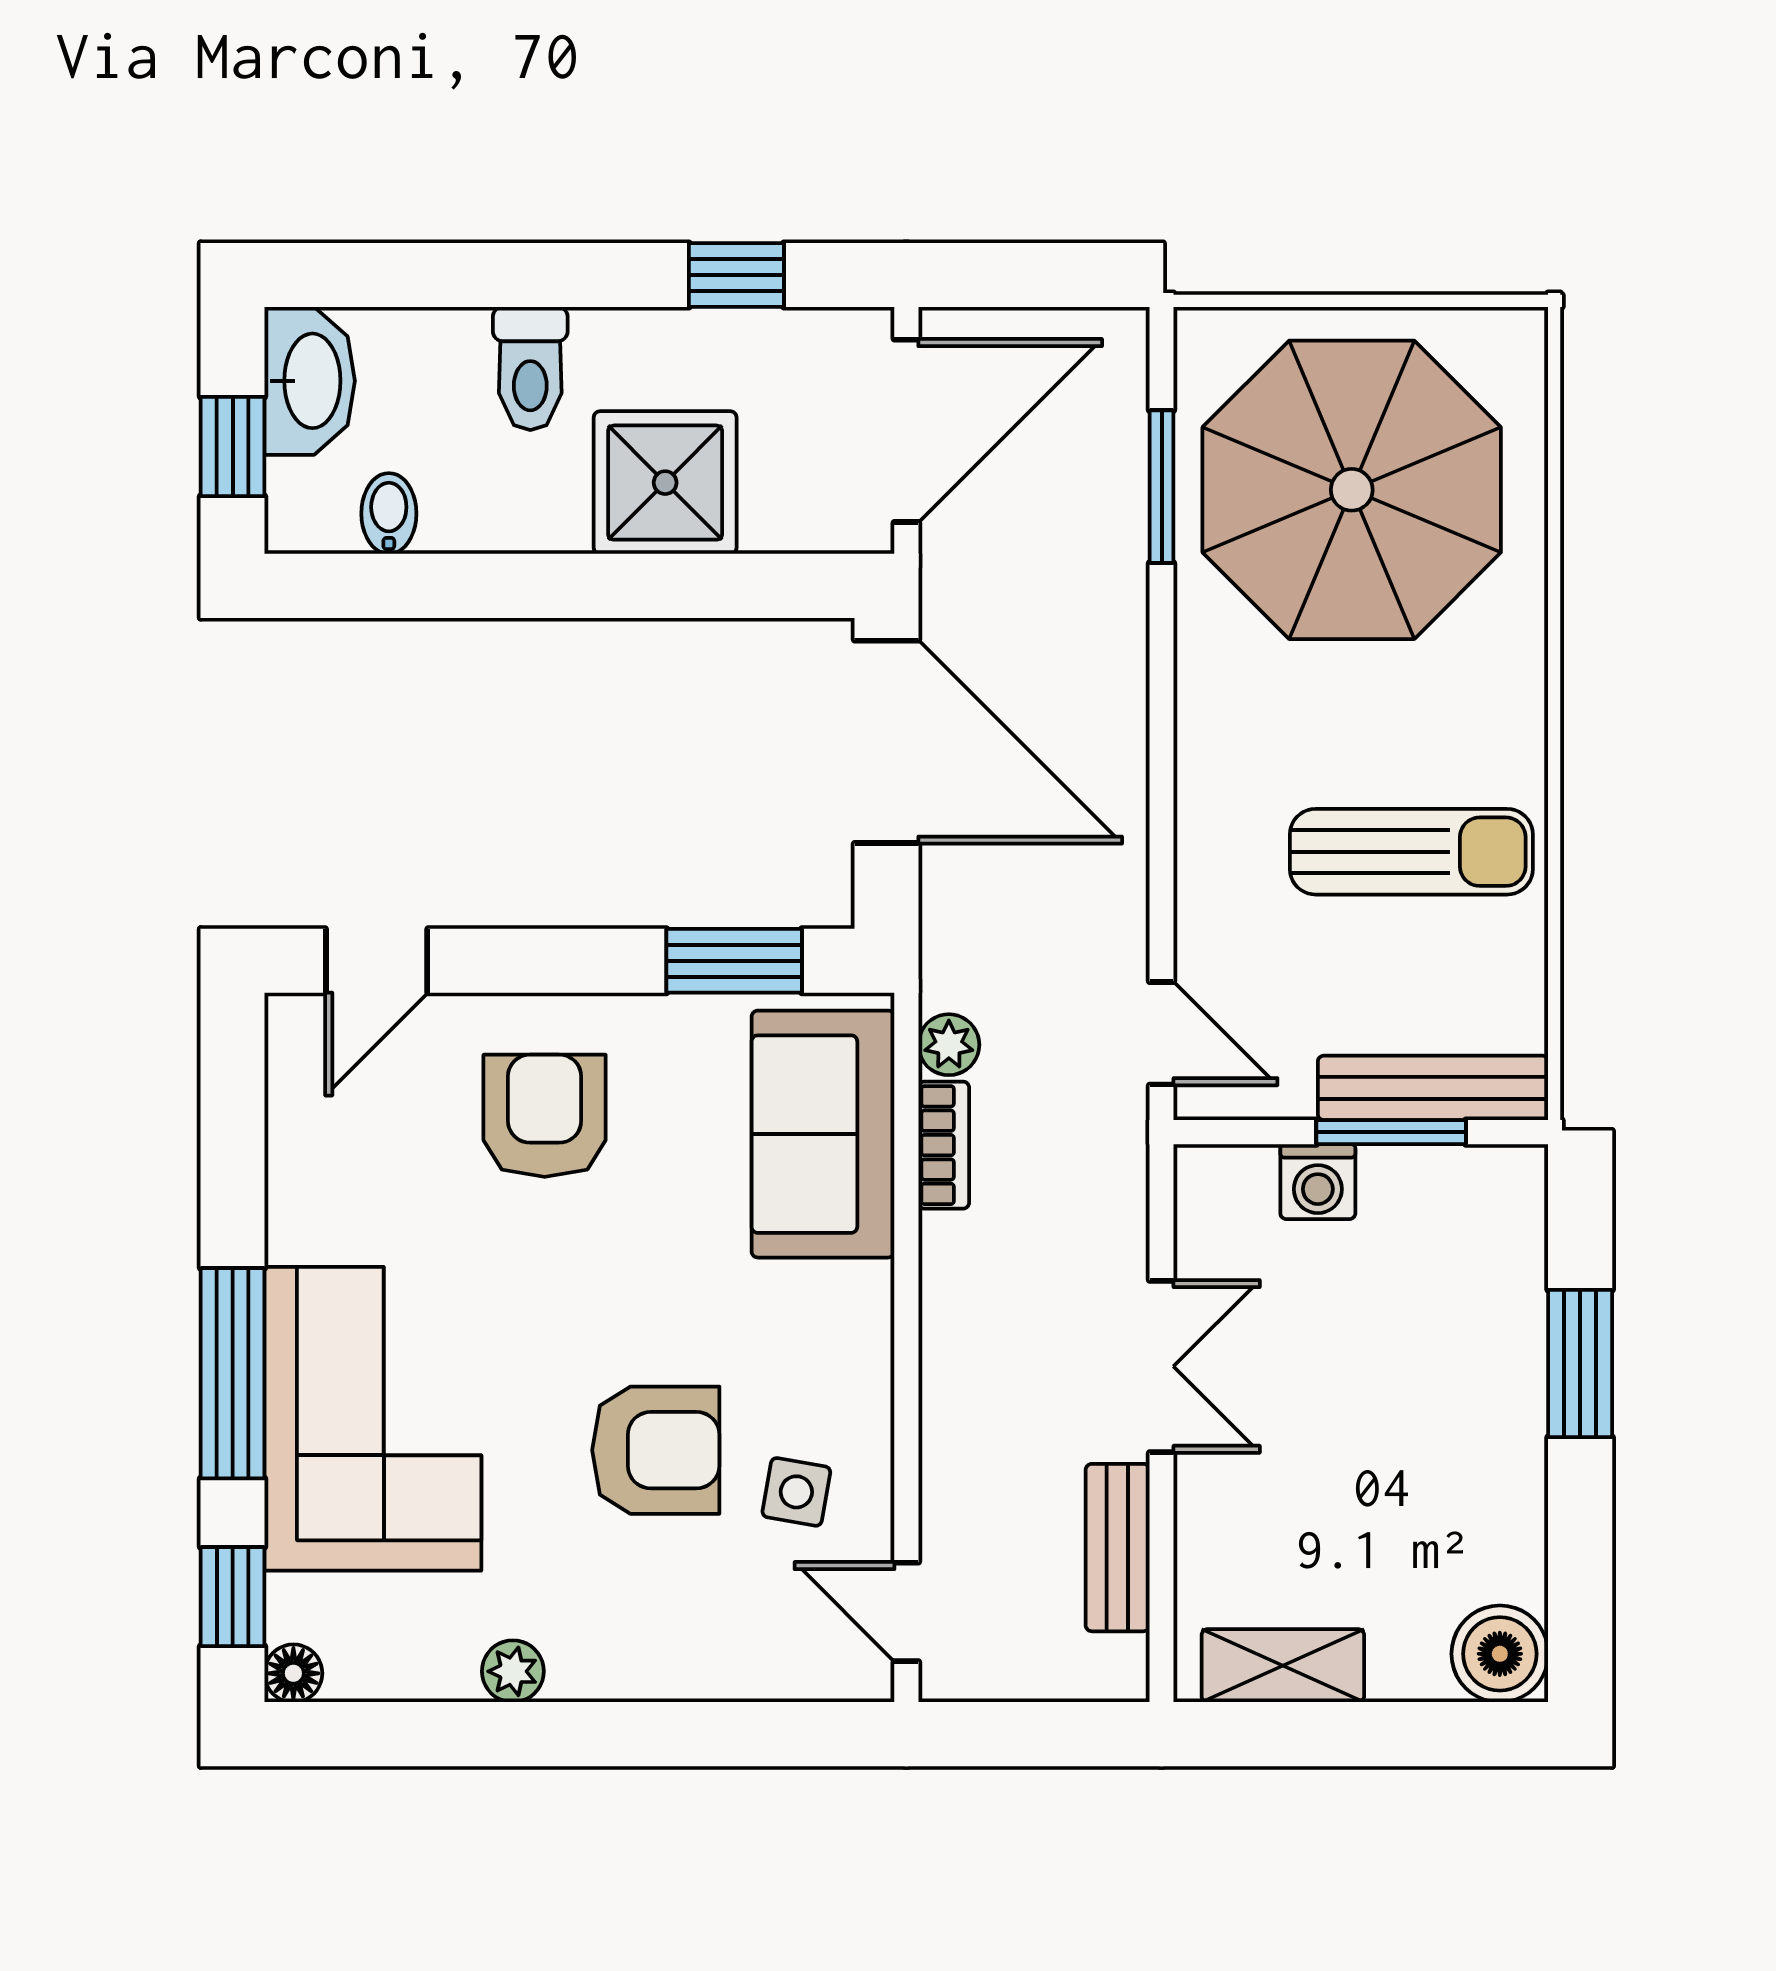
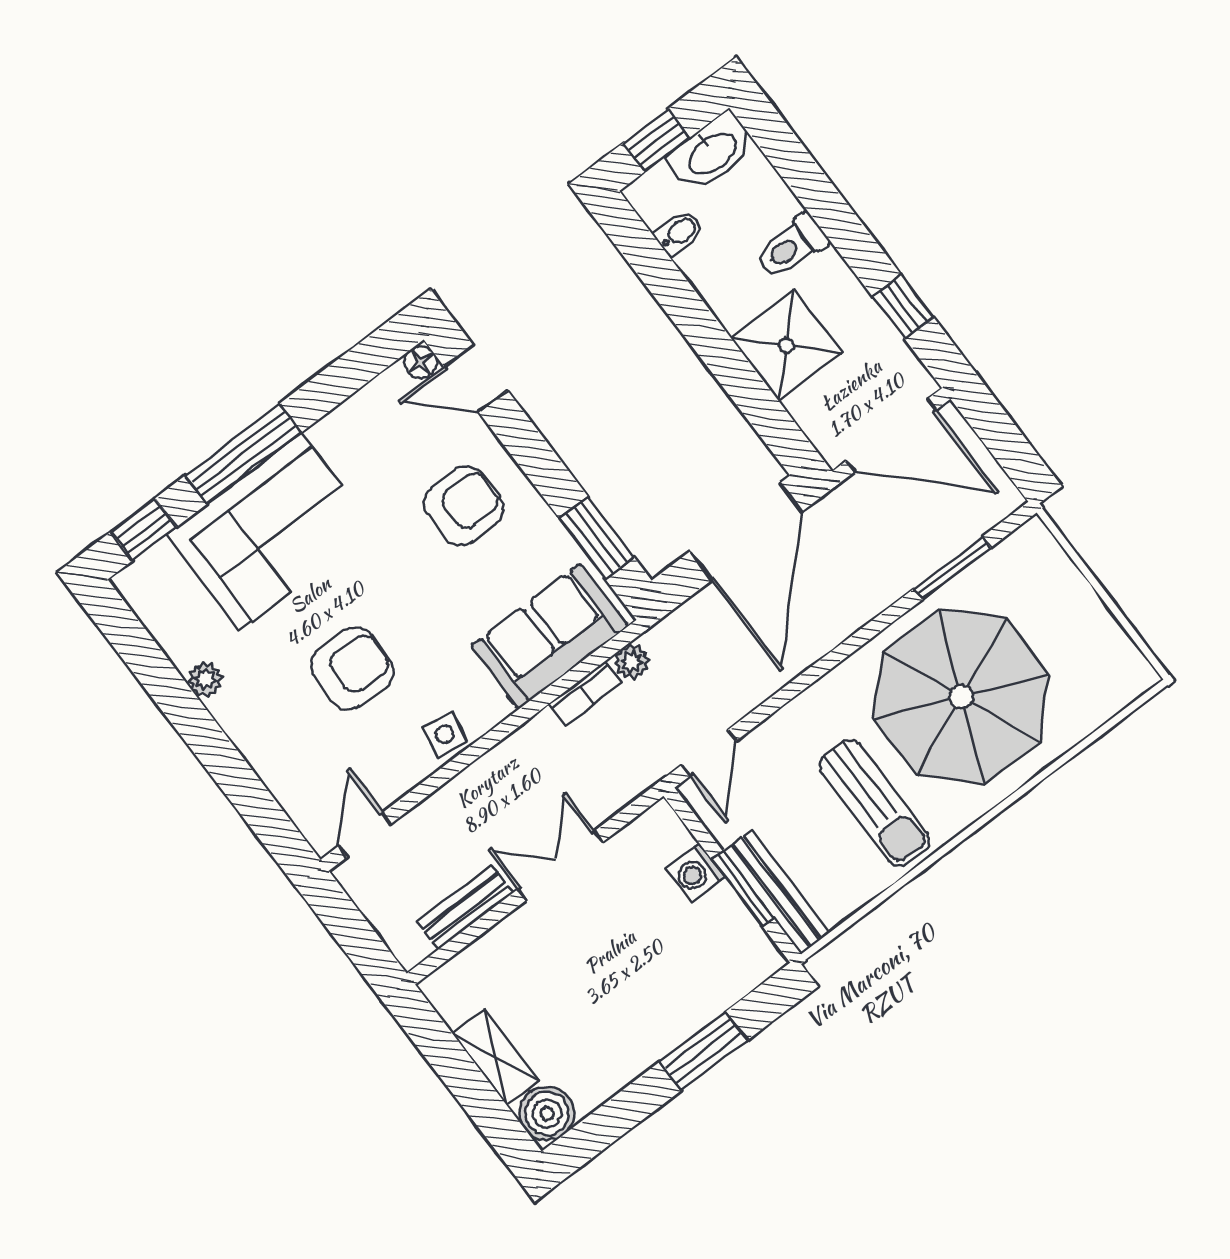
parasol: (1352, 490) -> (961, 697), moved
double door: (1162, 1366) -> (560, 866), swing flipped
armchair: (656, 1450) -> (352, 668), turned -87
side table: (796, 1492) -> (445, 734), moved
shelving: (1283, 1666) -> (496, 1057), moved
floor lamp: (293, 1673) -> (421, 362), moved

